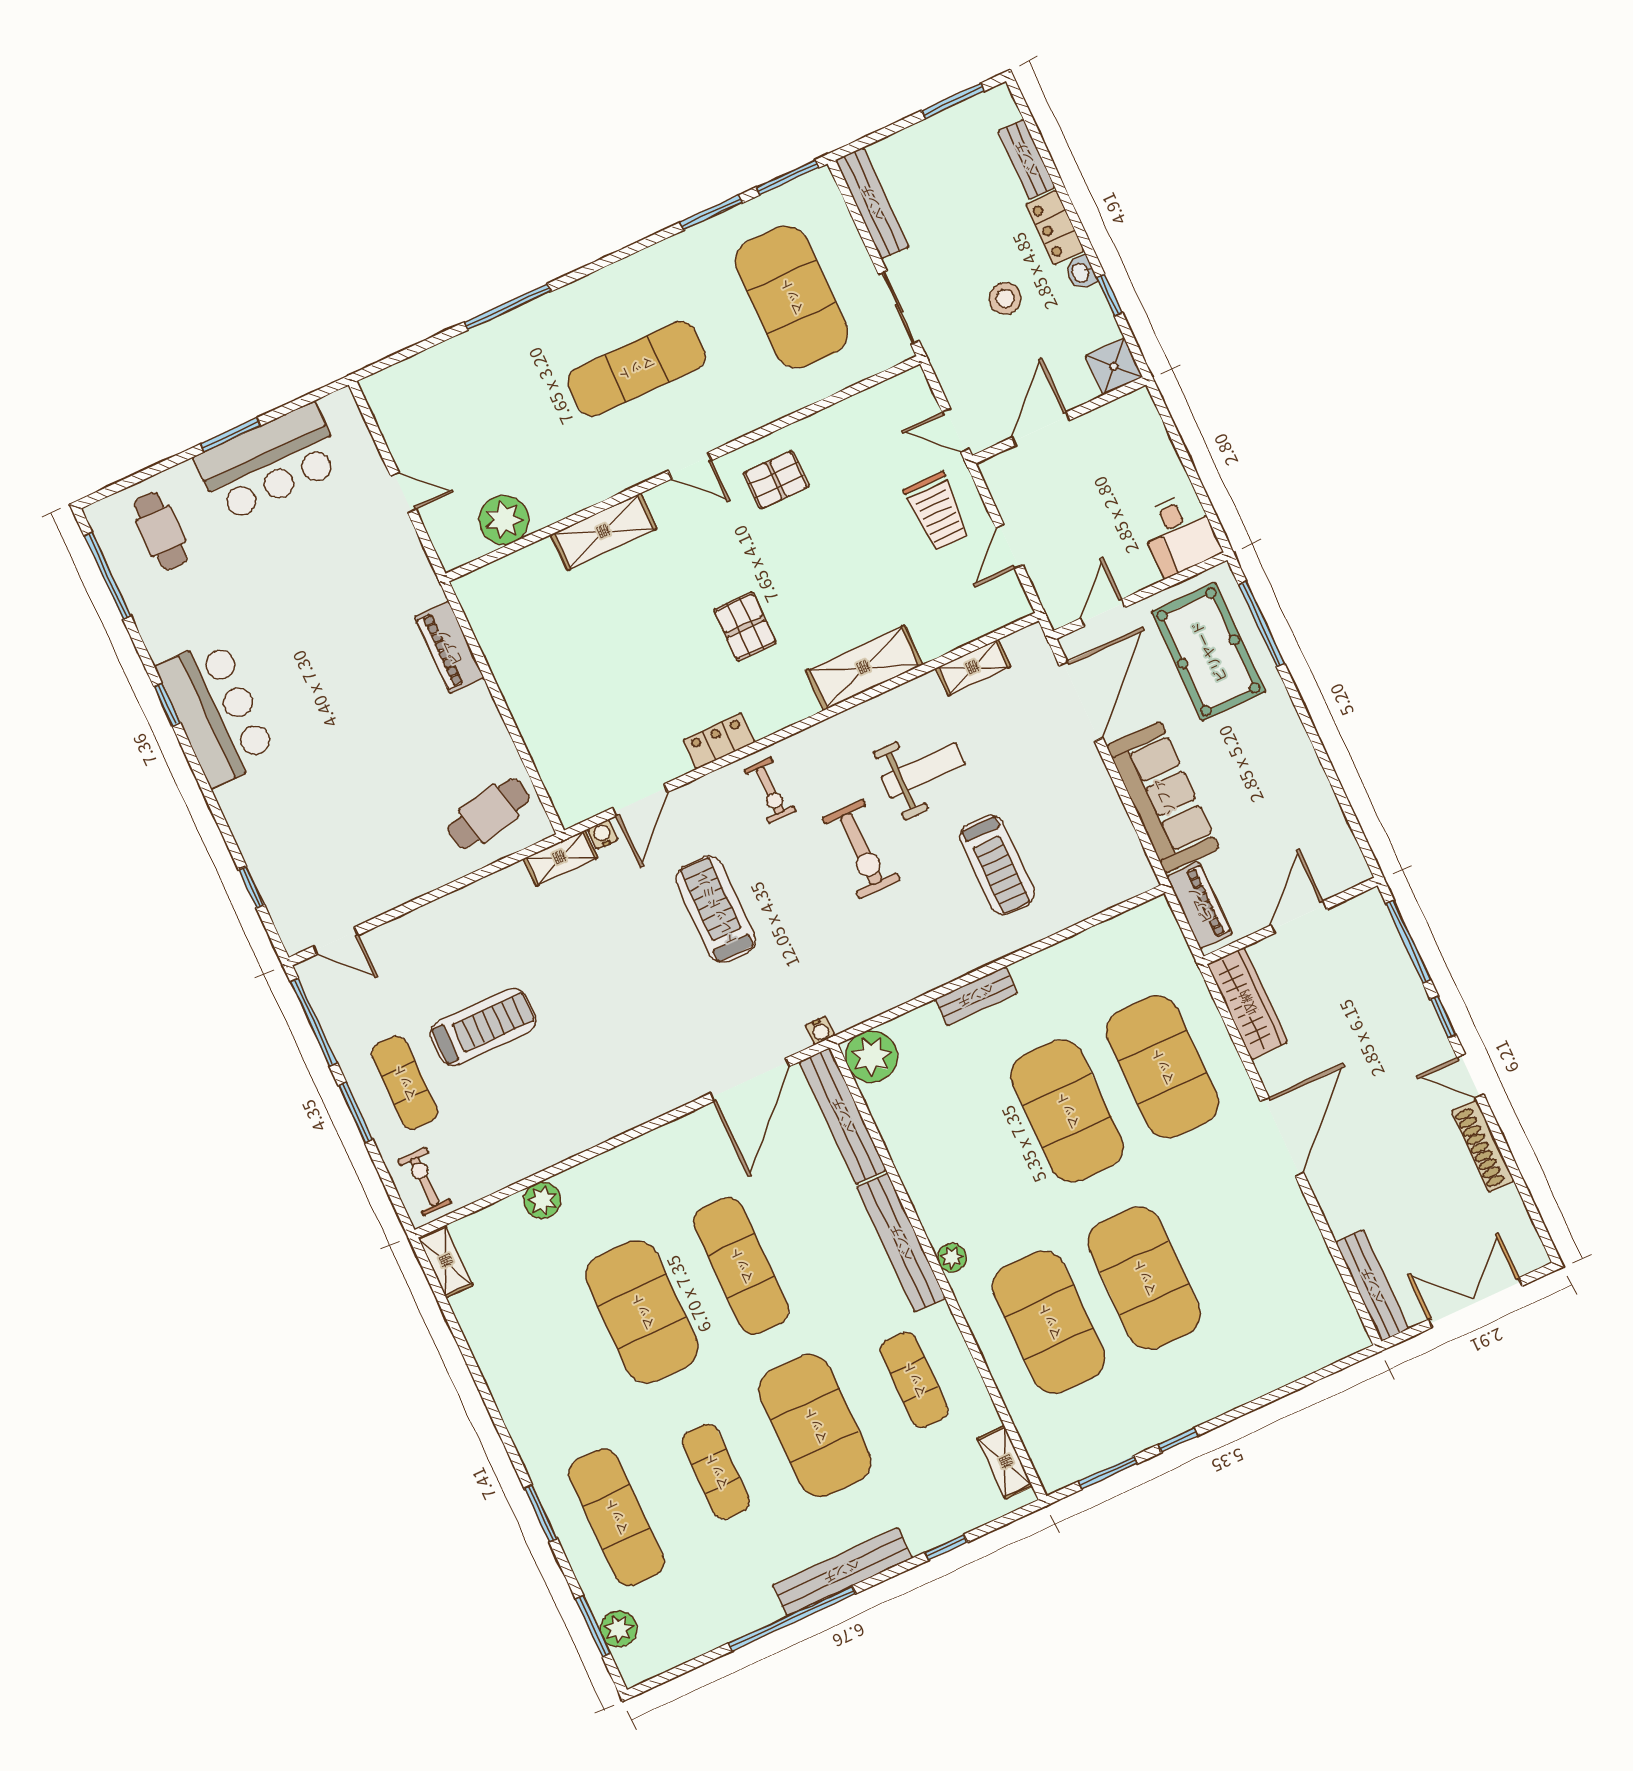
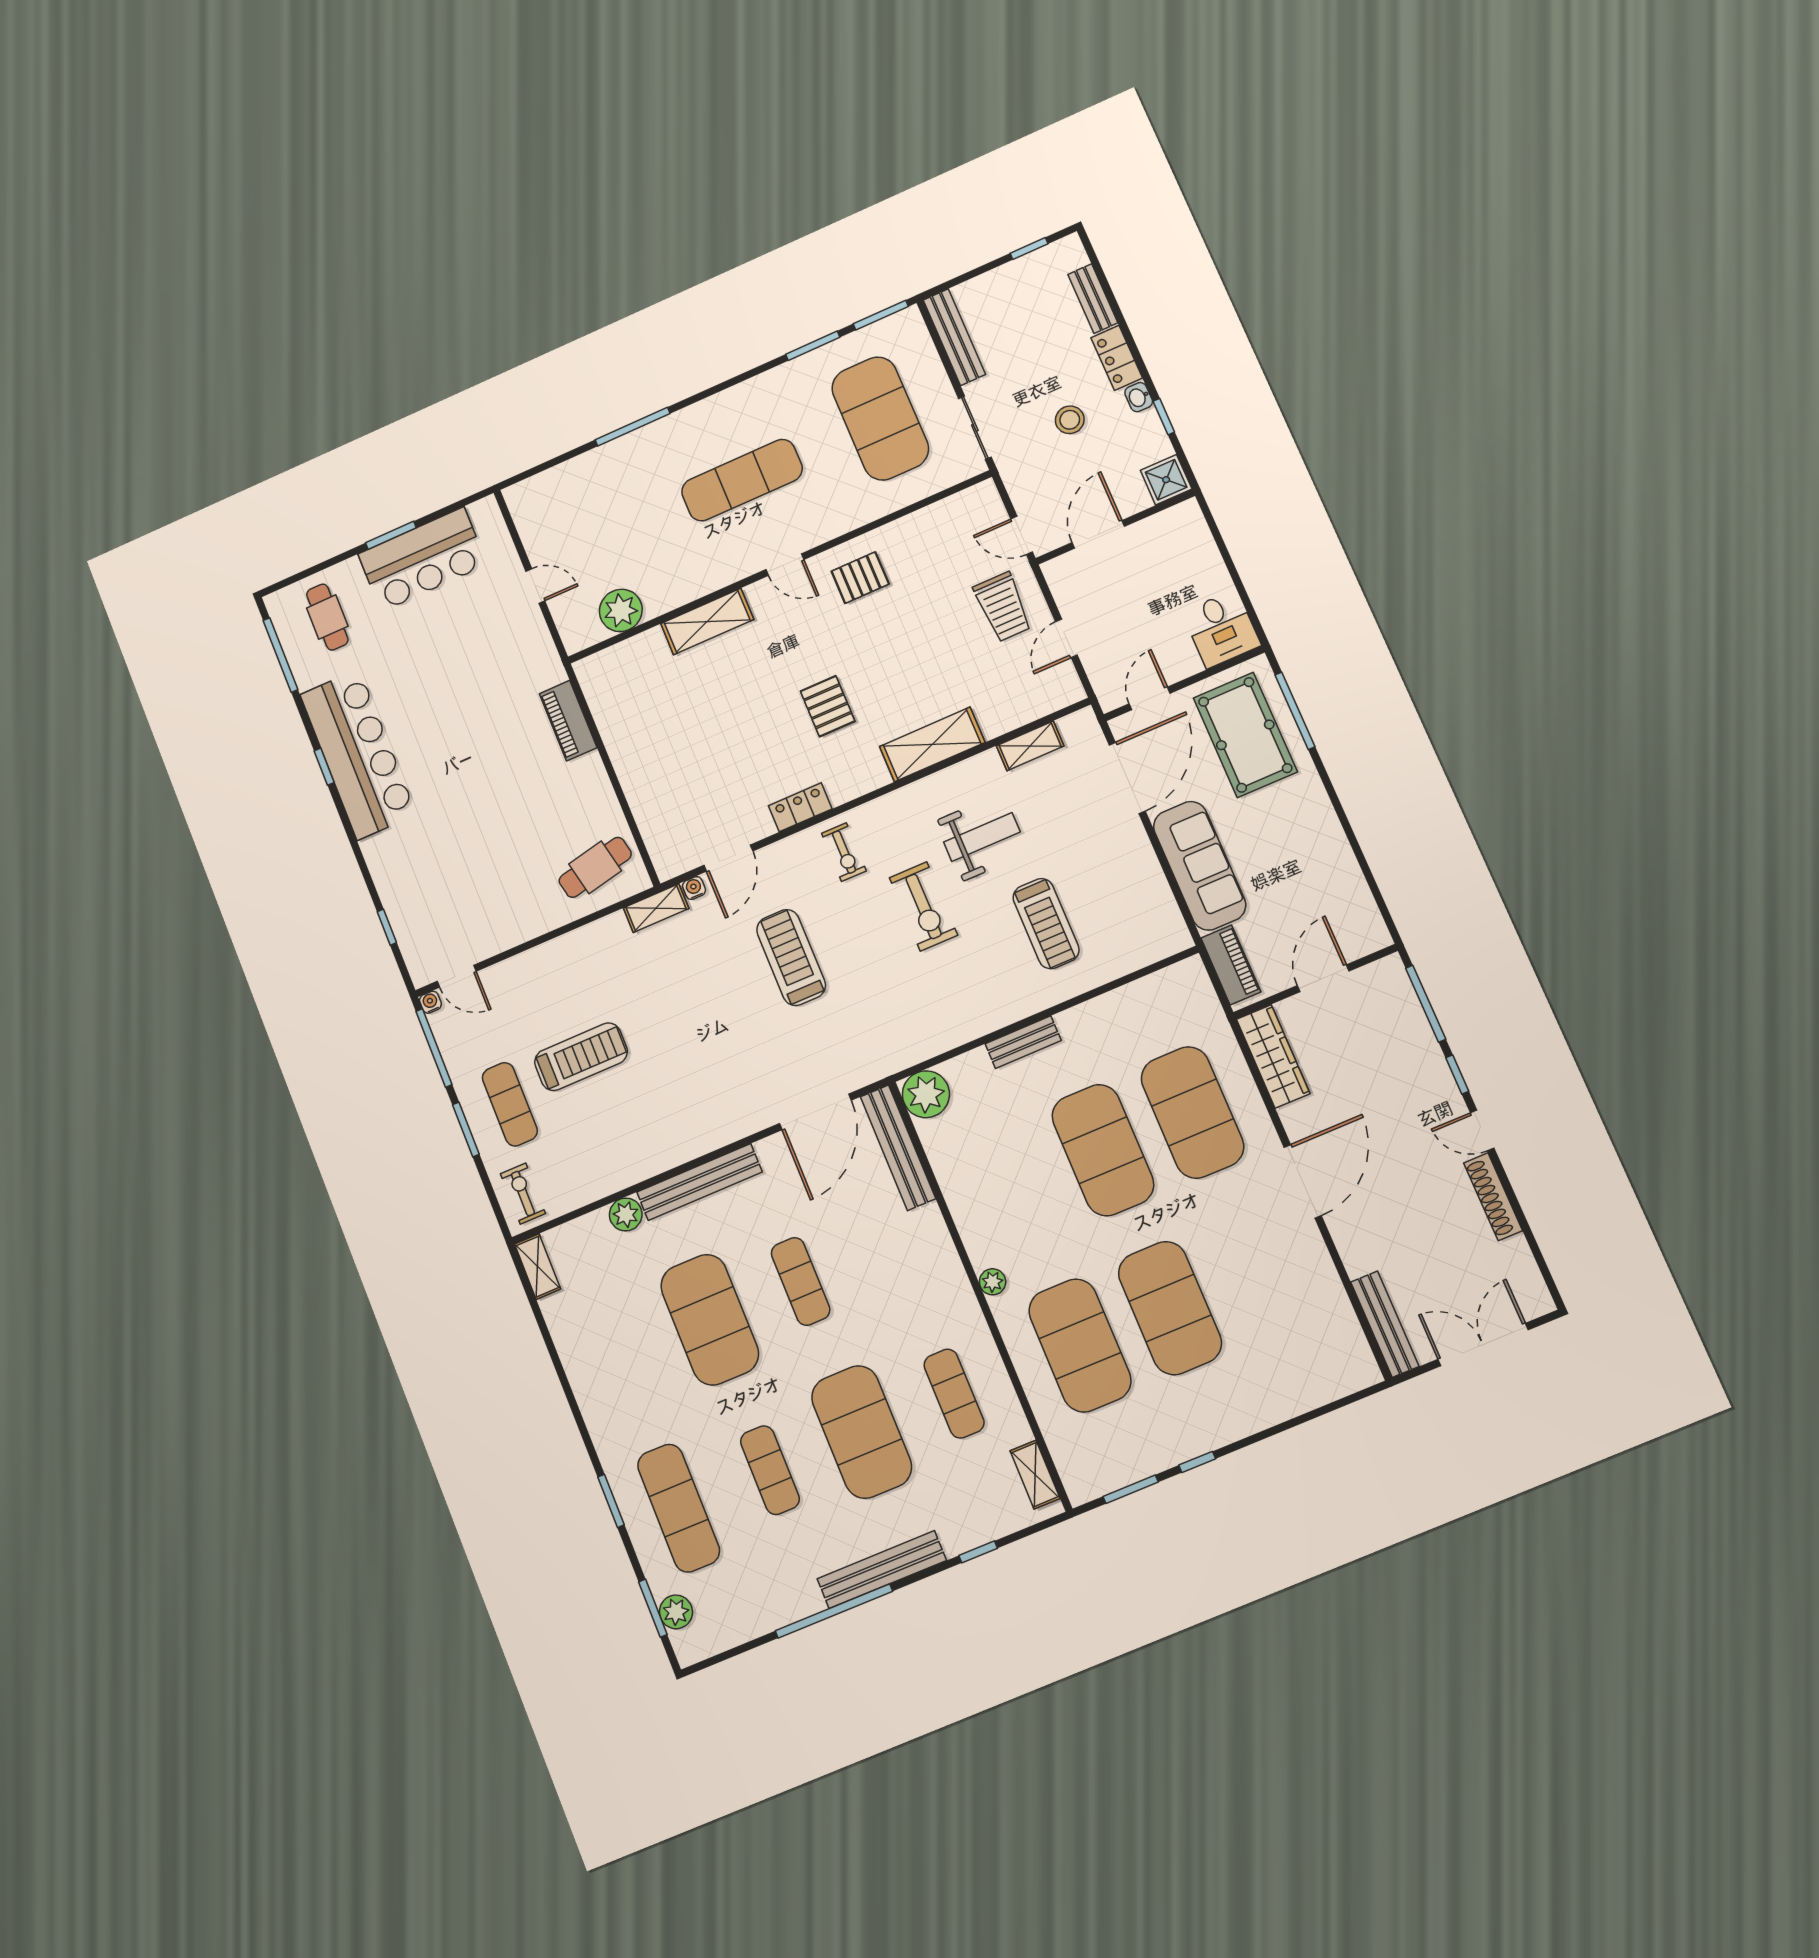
window: (953, 101) -> (1029, 249), width x0.67
bar counter: (217, 712) -> (358, 754), width x1.36
water cooler: (820, 1030) -> (430, 1002), moved, turned 180
bench: (901, 1243) -> (699, 1182), moved, turned 90
exercise mat: (741, 1266) -> (801, 1281), width x0.73, depth x0.69

